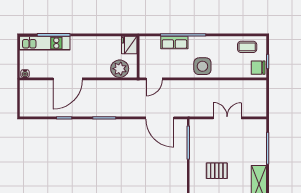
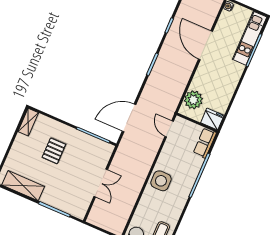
row of seats: (174, 42) -> (205, 143), moved

